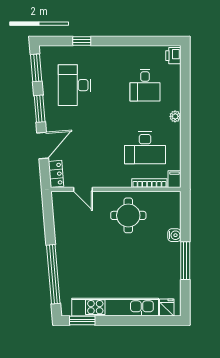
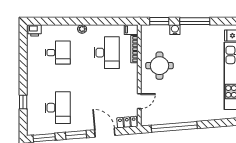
desk: (74, 85) -> (58, 108), turned -90
window: (185, 215) -> (159, 21), added
window: (53, 274) -> (174, 127), moved

